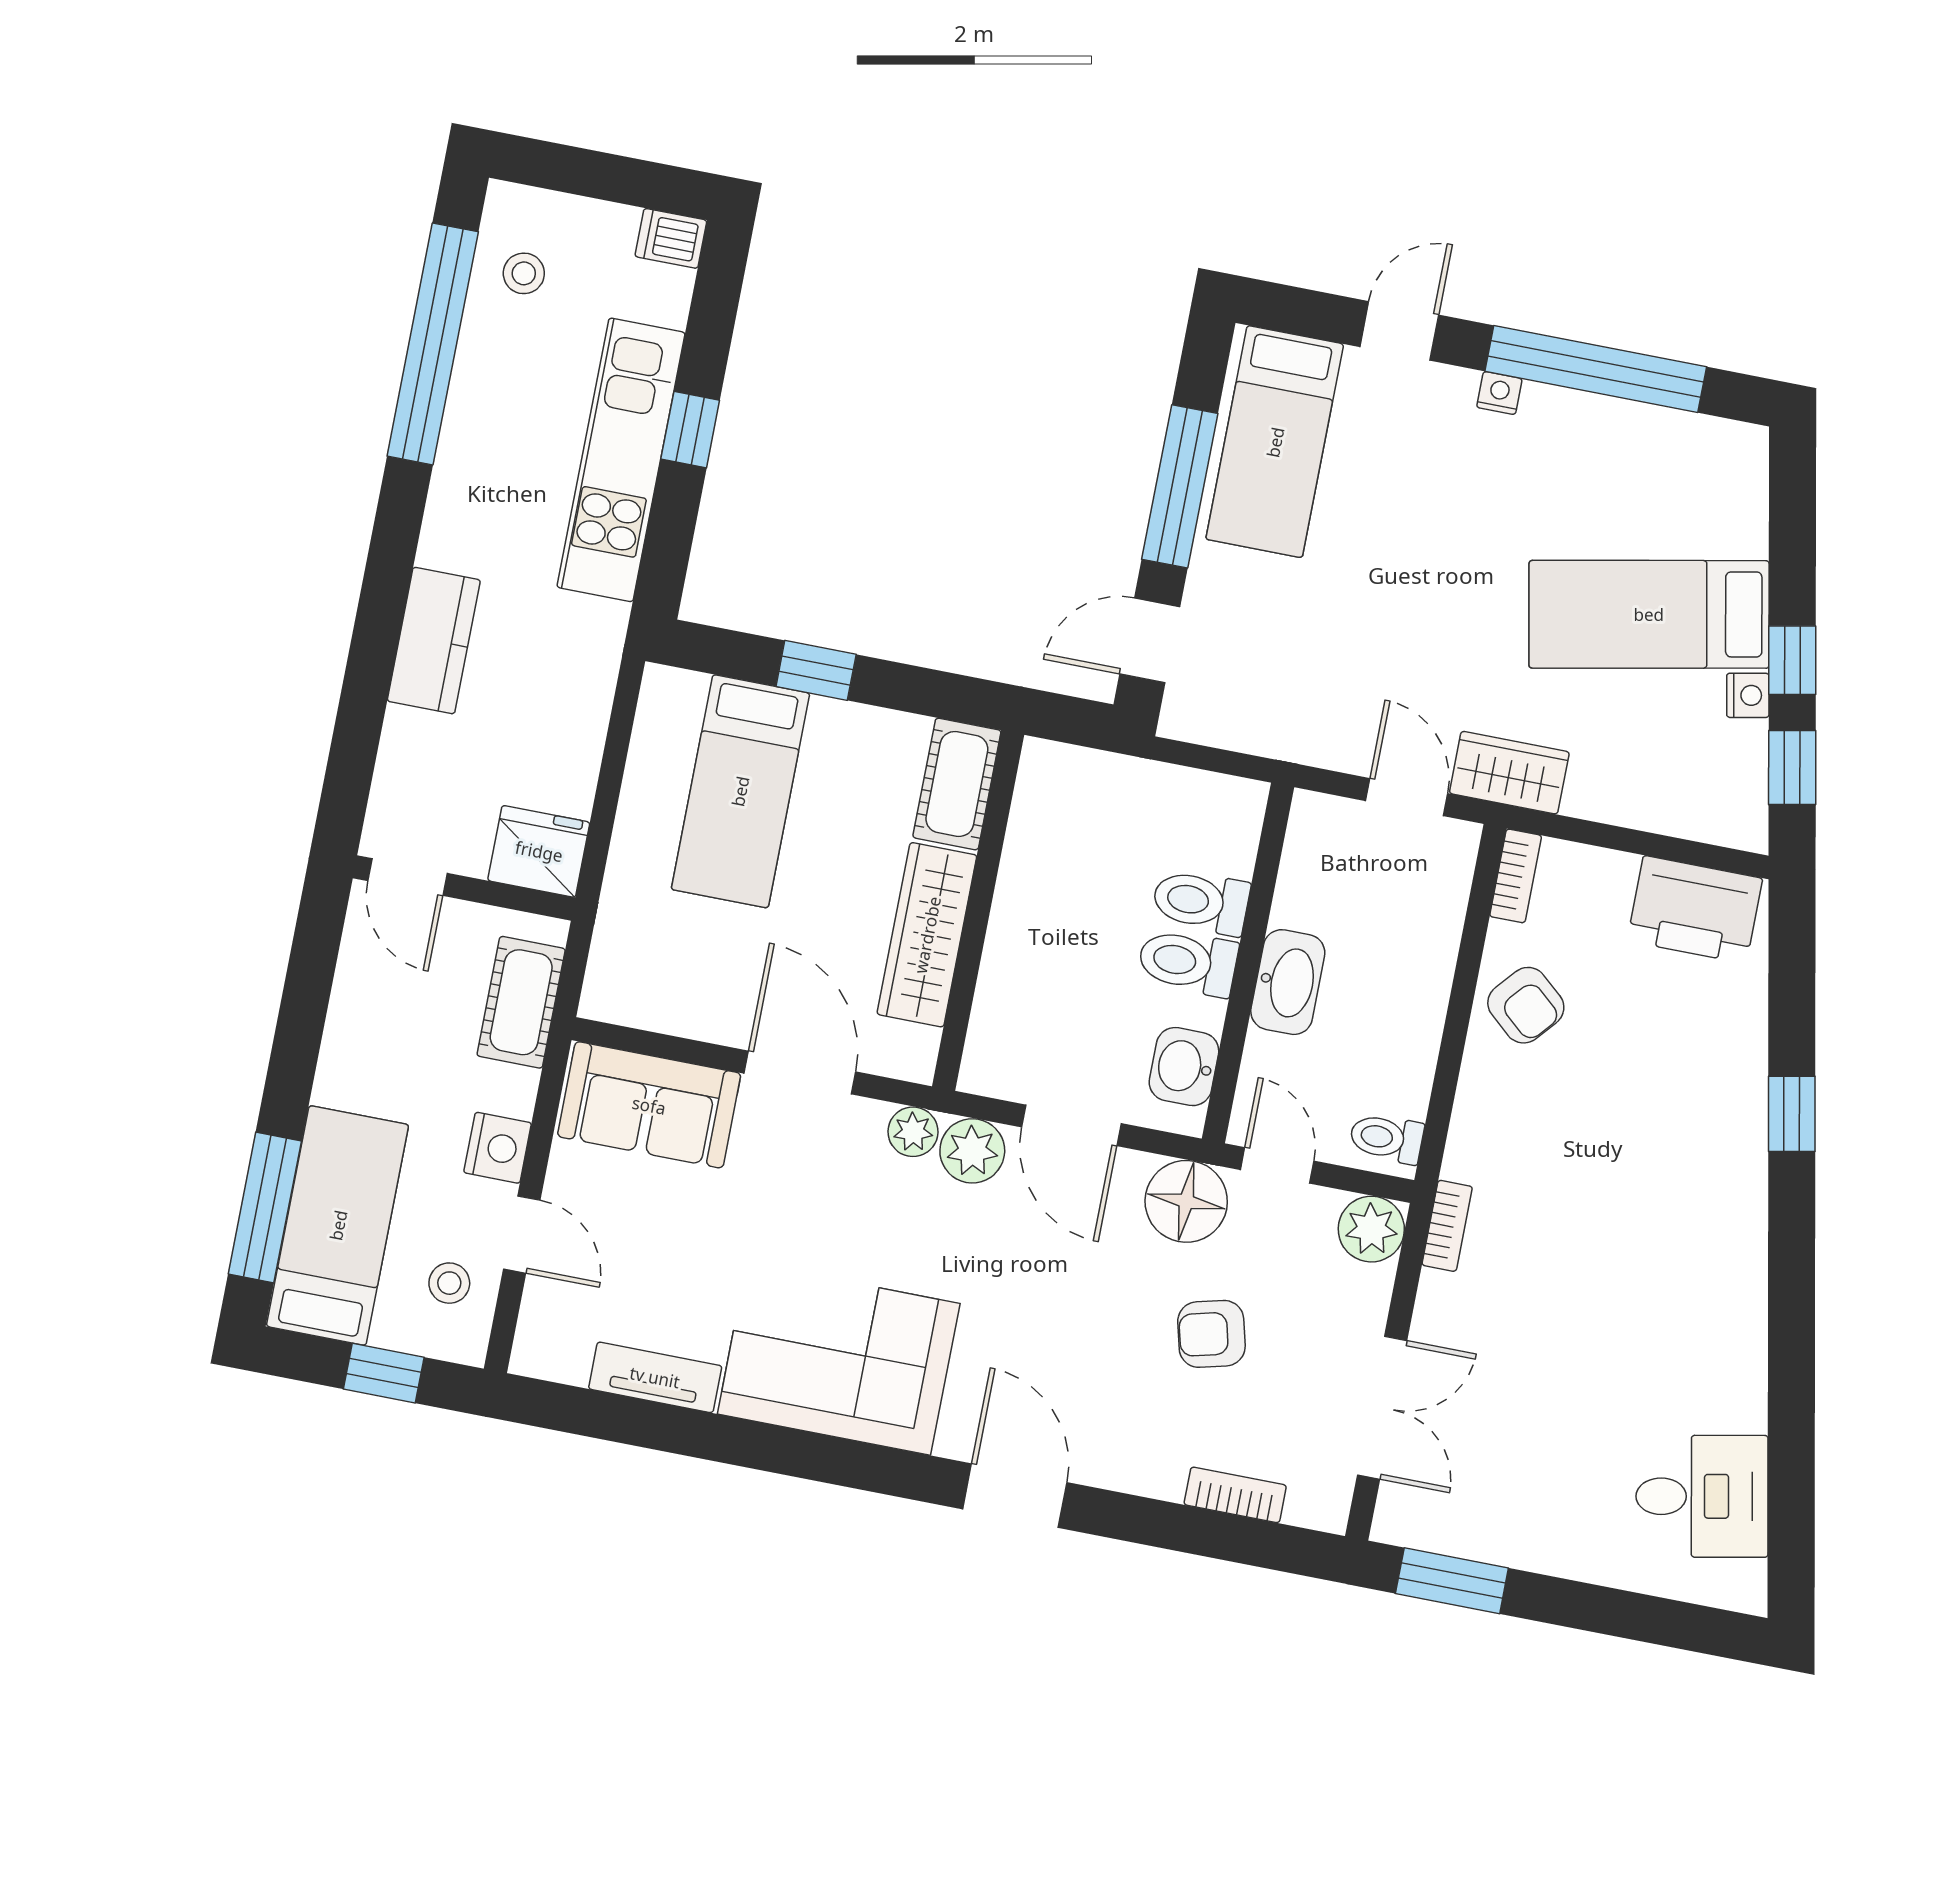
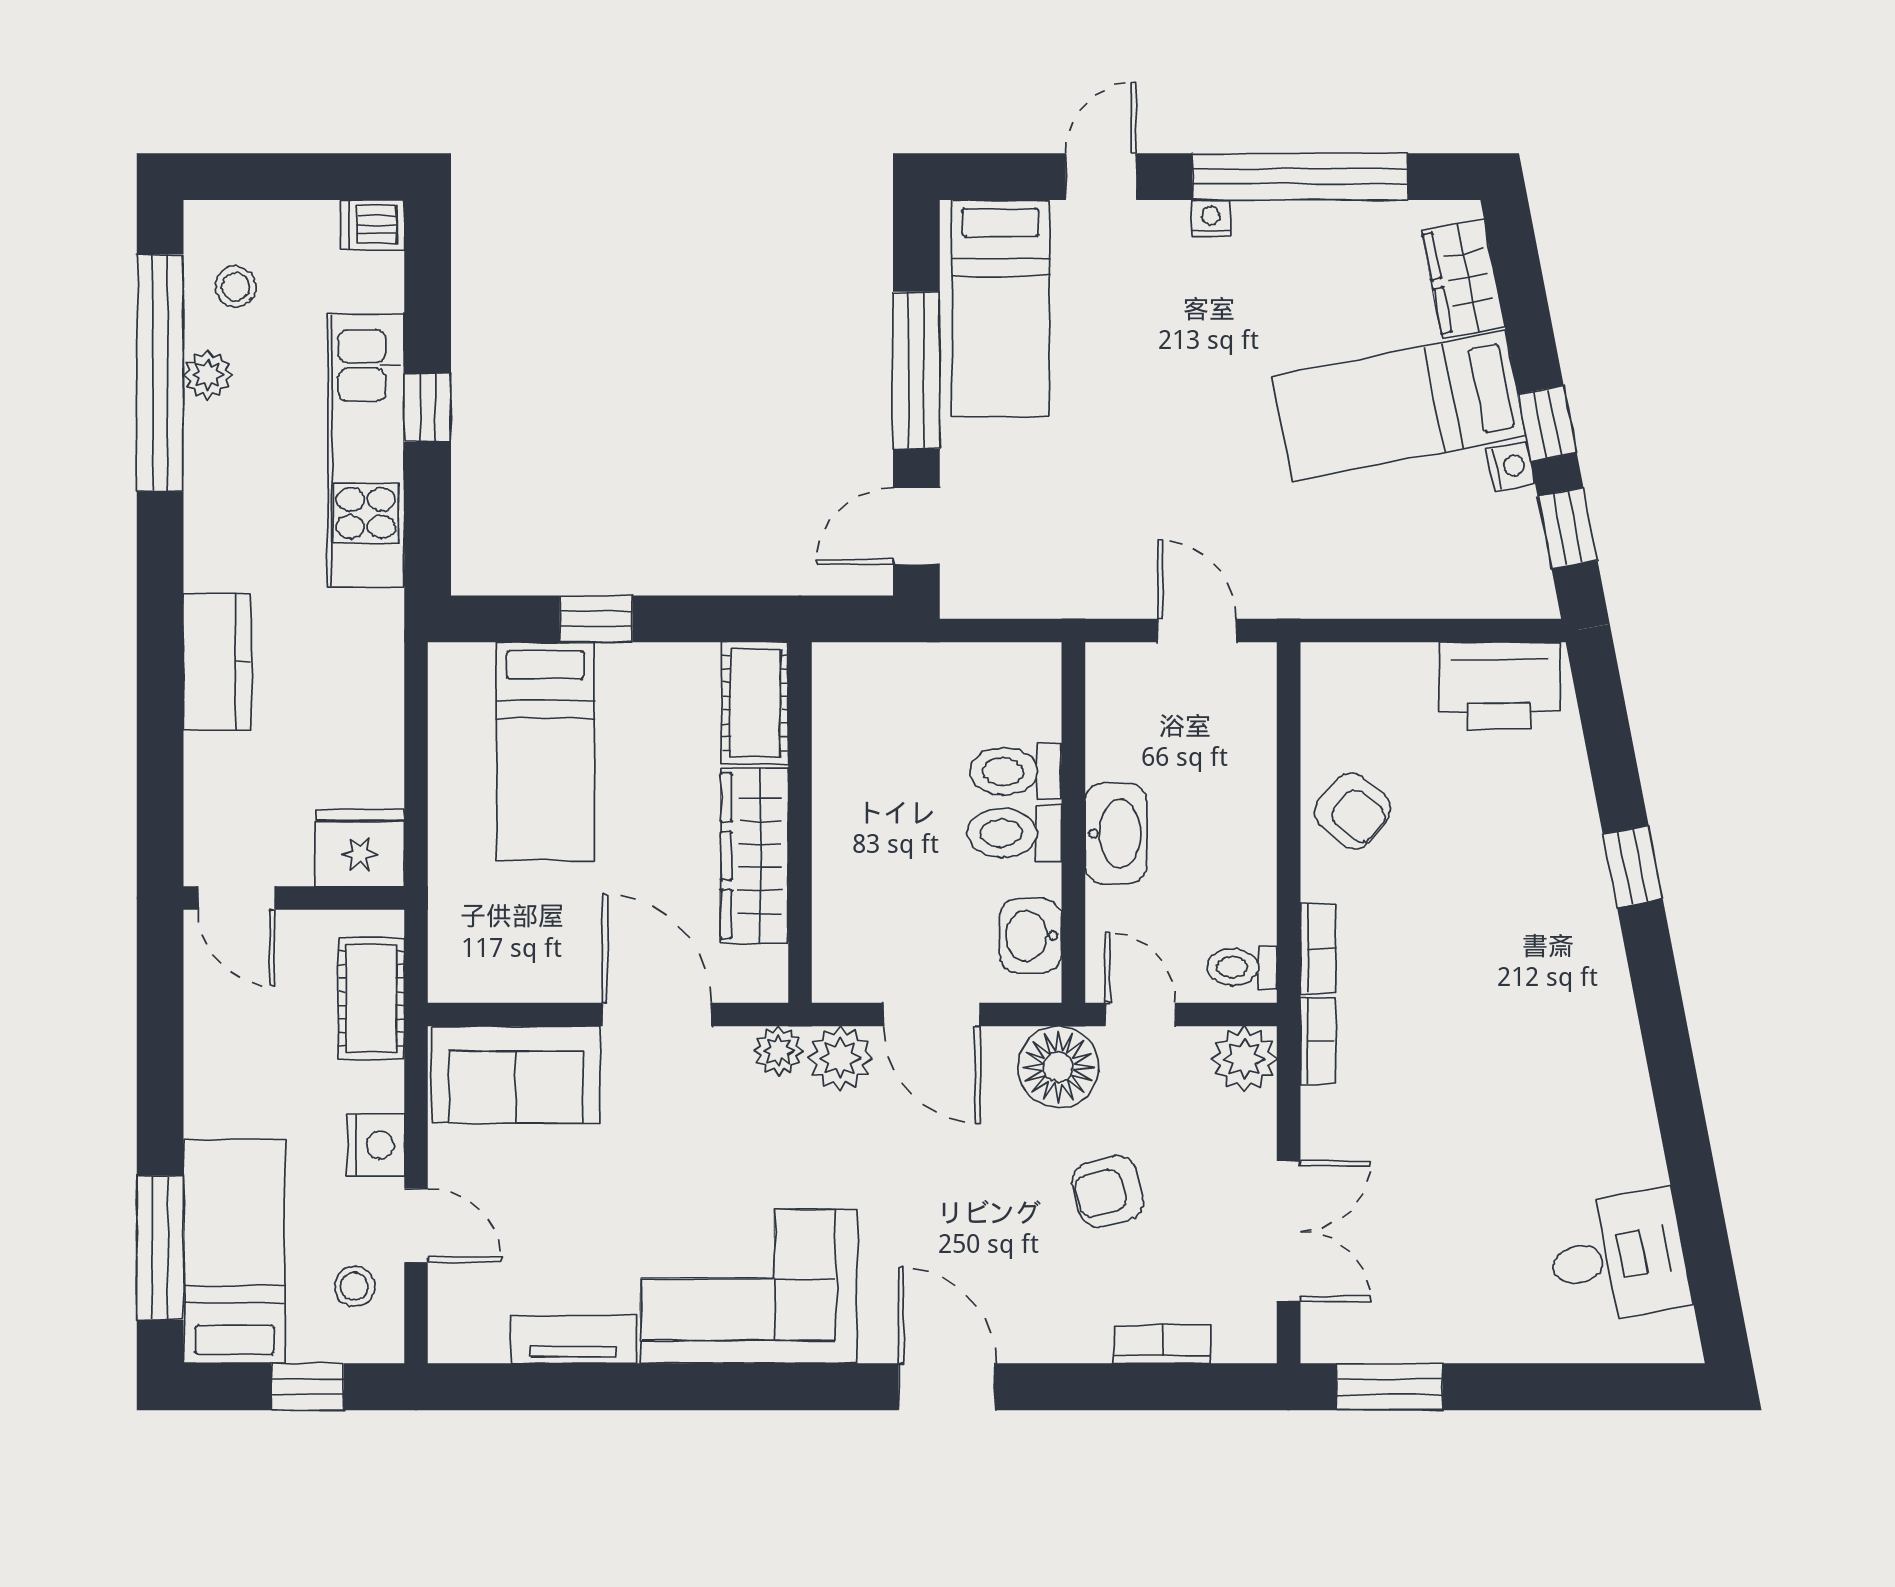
plant: (479, 355) -> (208, 375), added
wardrobe: (1509, 773) -> (1463, 278), moved, turned -101
bookcase: (1516, 876) -> (1318, 949), moved

